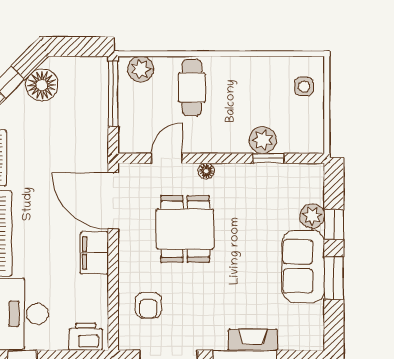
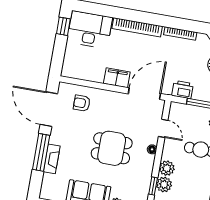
plant: (234, 140) -> (167, 168), added
dining table: (185, 229) -> (112, 148), moved
printer: (86, 337) -> (183, 90), moved, turned -90

